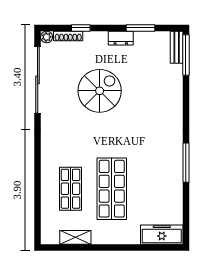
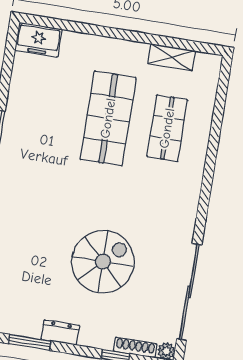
spiral stairs: (100, 91) -> (103, 262), turned 180
freezer: (162, 235) -> (38, 40), width x0.71

